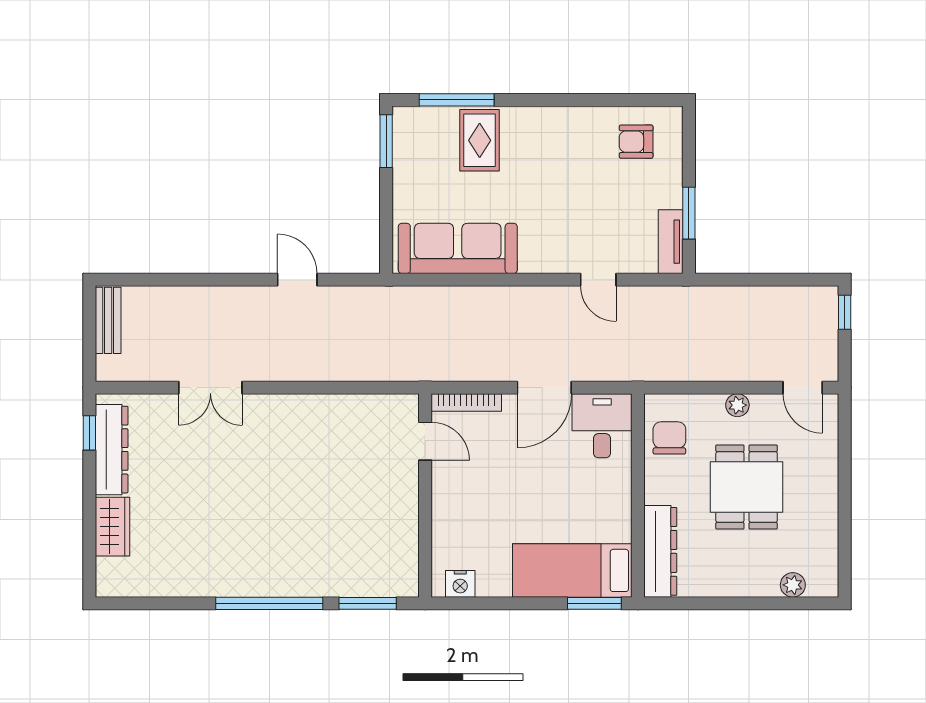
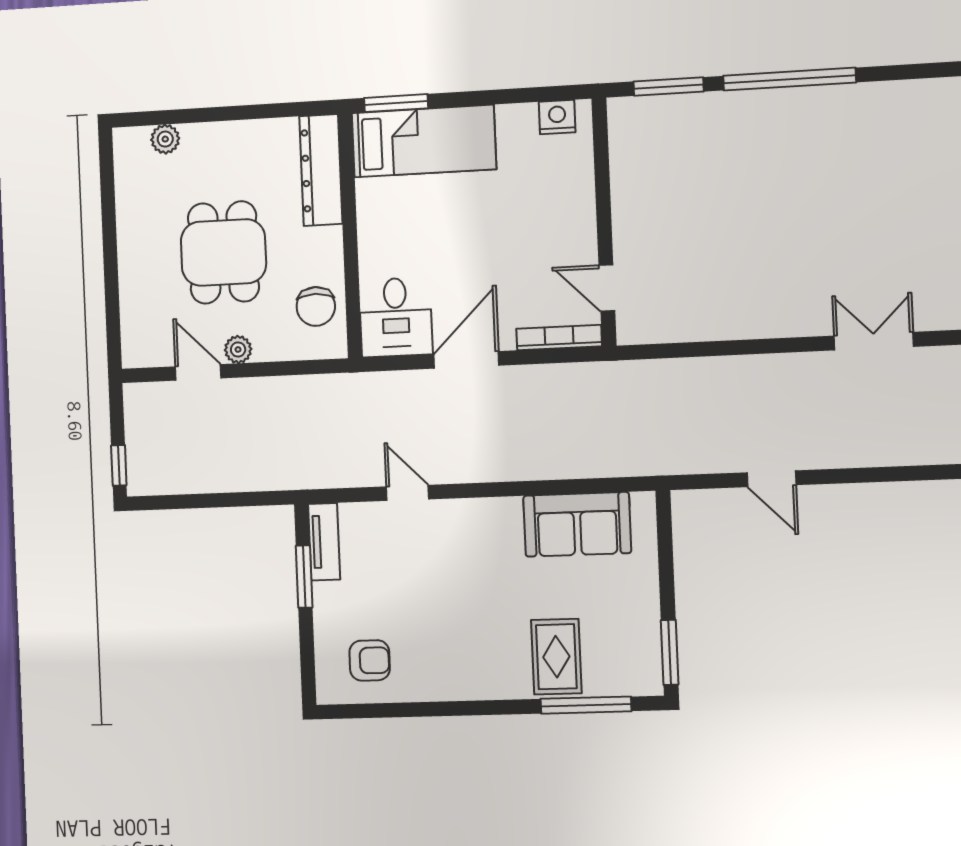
sofa: (458, 248) -> (577, 524), width x0.73
door: (803, 388) -> (198, 372), moved

